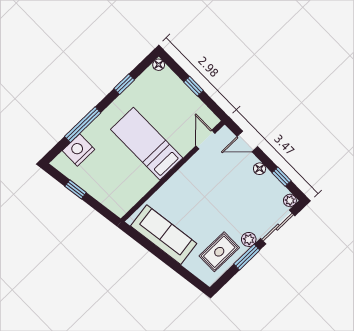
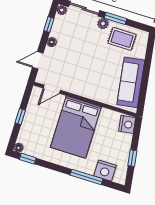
window: (124, 84) -> (28, 159), moved
door: (247, 142) -> (38, 60), swing flipped
bed: (147, 144) -> (76, 127), width x1.50
nightstand: (118, 204) -> (127, 124), added

